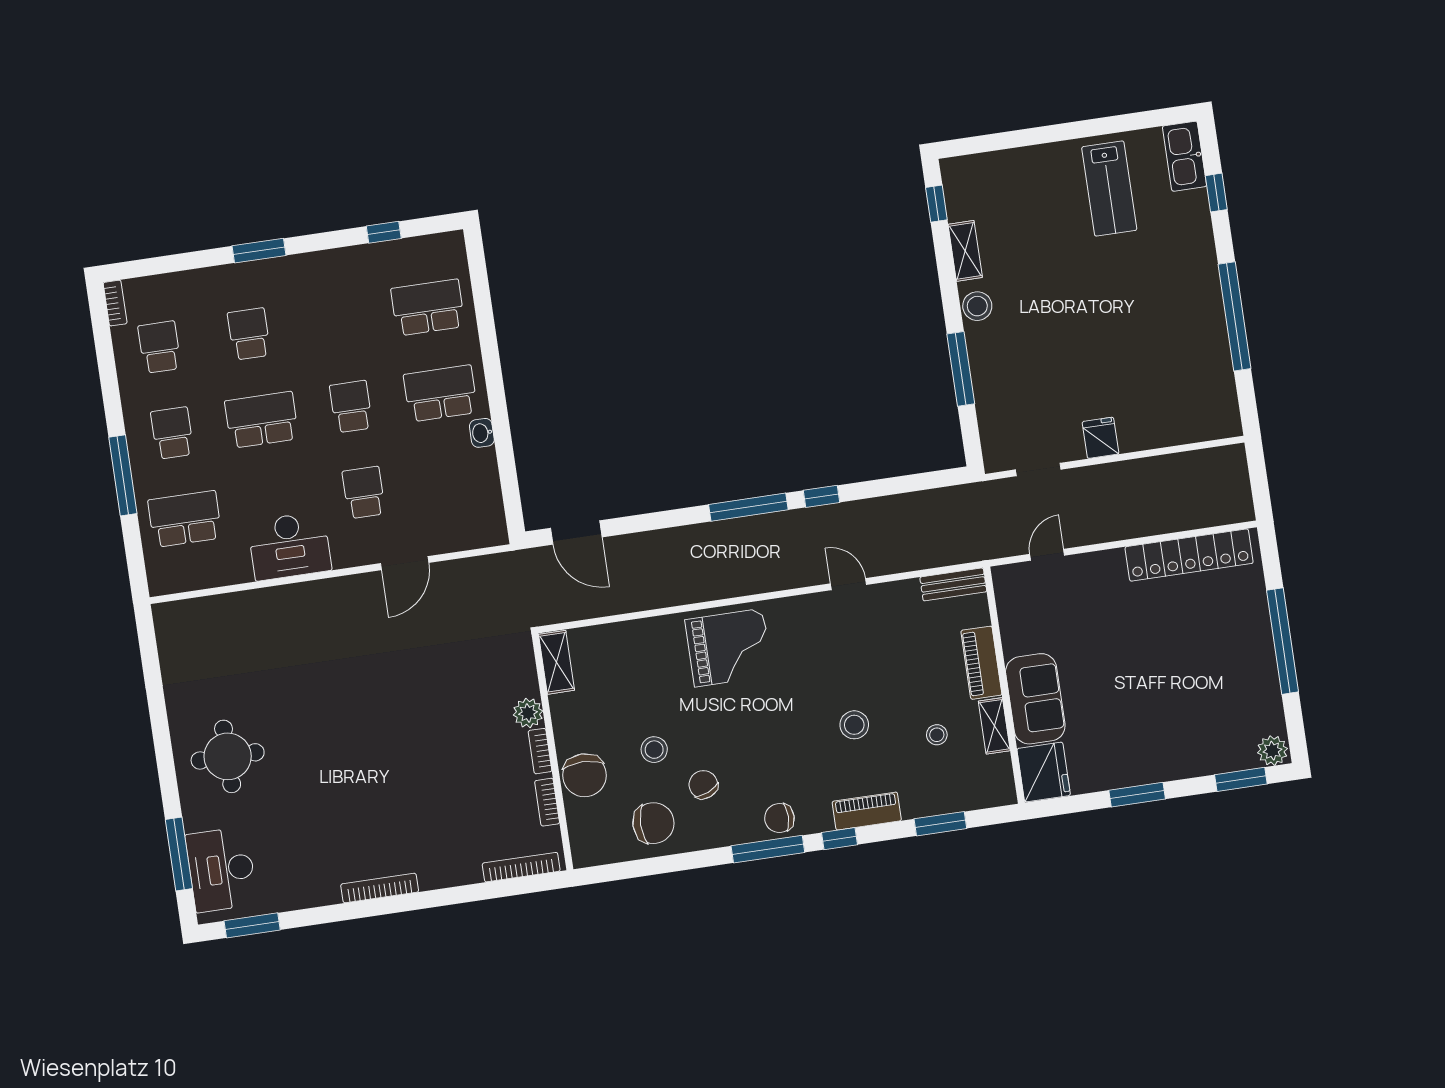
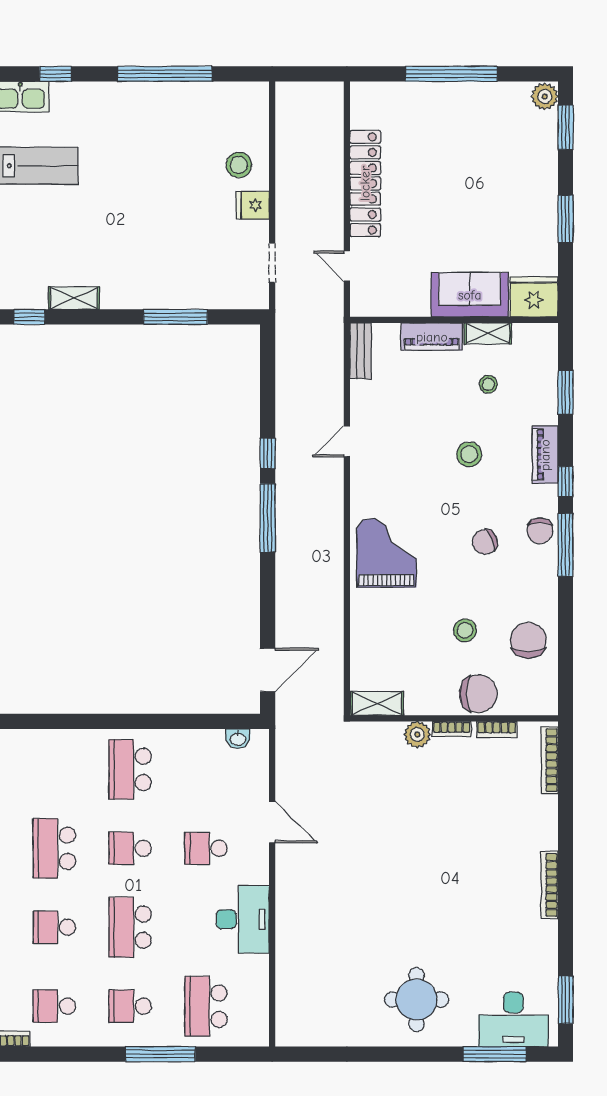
stool: (977, 306) -> (239, 165), moved
school desk: (428, 307) -> (54, 848), moved
washbasin: (482, 433) -> (238, 739), moved
locker: (1189, 555) -> (365, 183), moved
chair: (703, 785) -> (485, 542), moved

